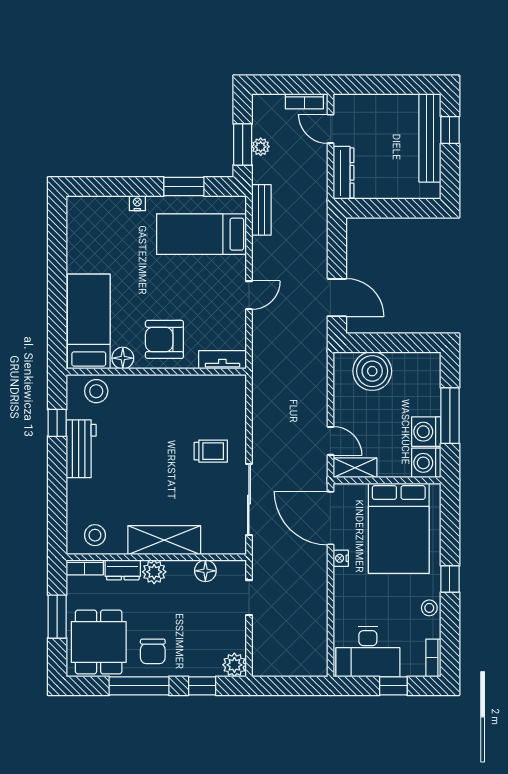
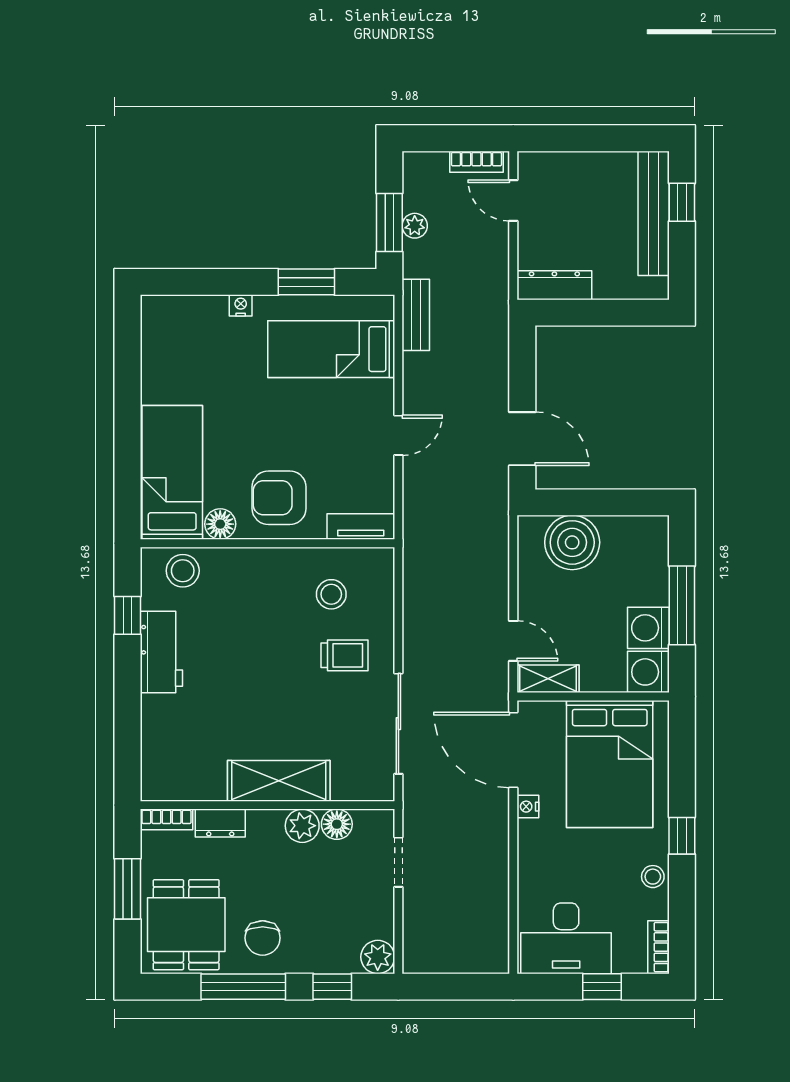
dresser: (344, 173) -> (554, 285), moved, turned -90
stool: (95, 535) -> (331, 594), moved
plant: (154, 572) -> (302, 826), moved

